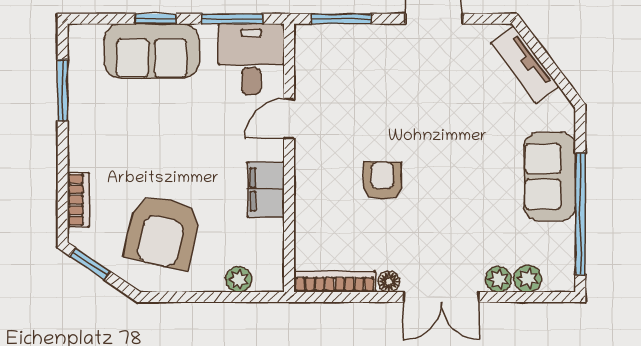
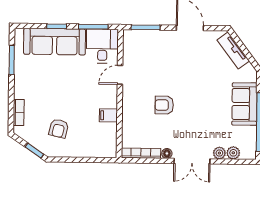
sofa: (152, 51) -> (55, 42), width x1.36
armchair: (382, 181) -> (164, 105), turned -90
filing cabinet: (266, 189) -> (108, 115), width x0.50
armchair: (162, 232) -> (59, 128), width x0.53, depth x0.53
window: (90, 264) -> (34, 151), moved
plant: (239, 279) -> (95, 152), removed

